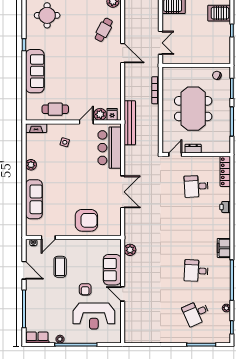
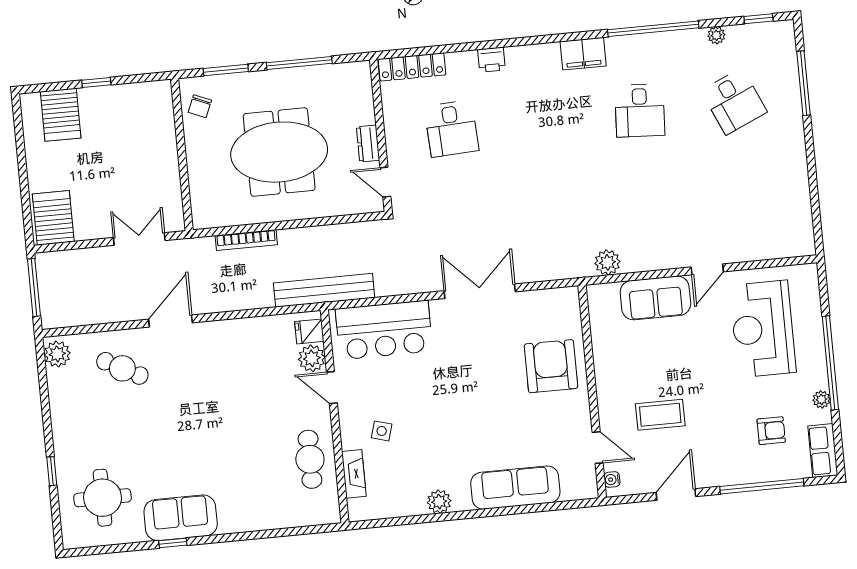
sofa: (35, 71) -> (181, 518), moved, width x0.73
fireplace: (36, 128) -> (354, 474), moved
armchair: (85, 289) -> (771, 431), moved
reception desk: (94, 316) -> (763, 329), turned 180

